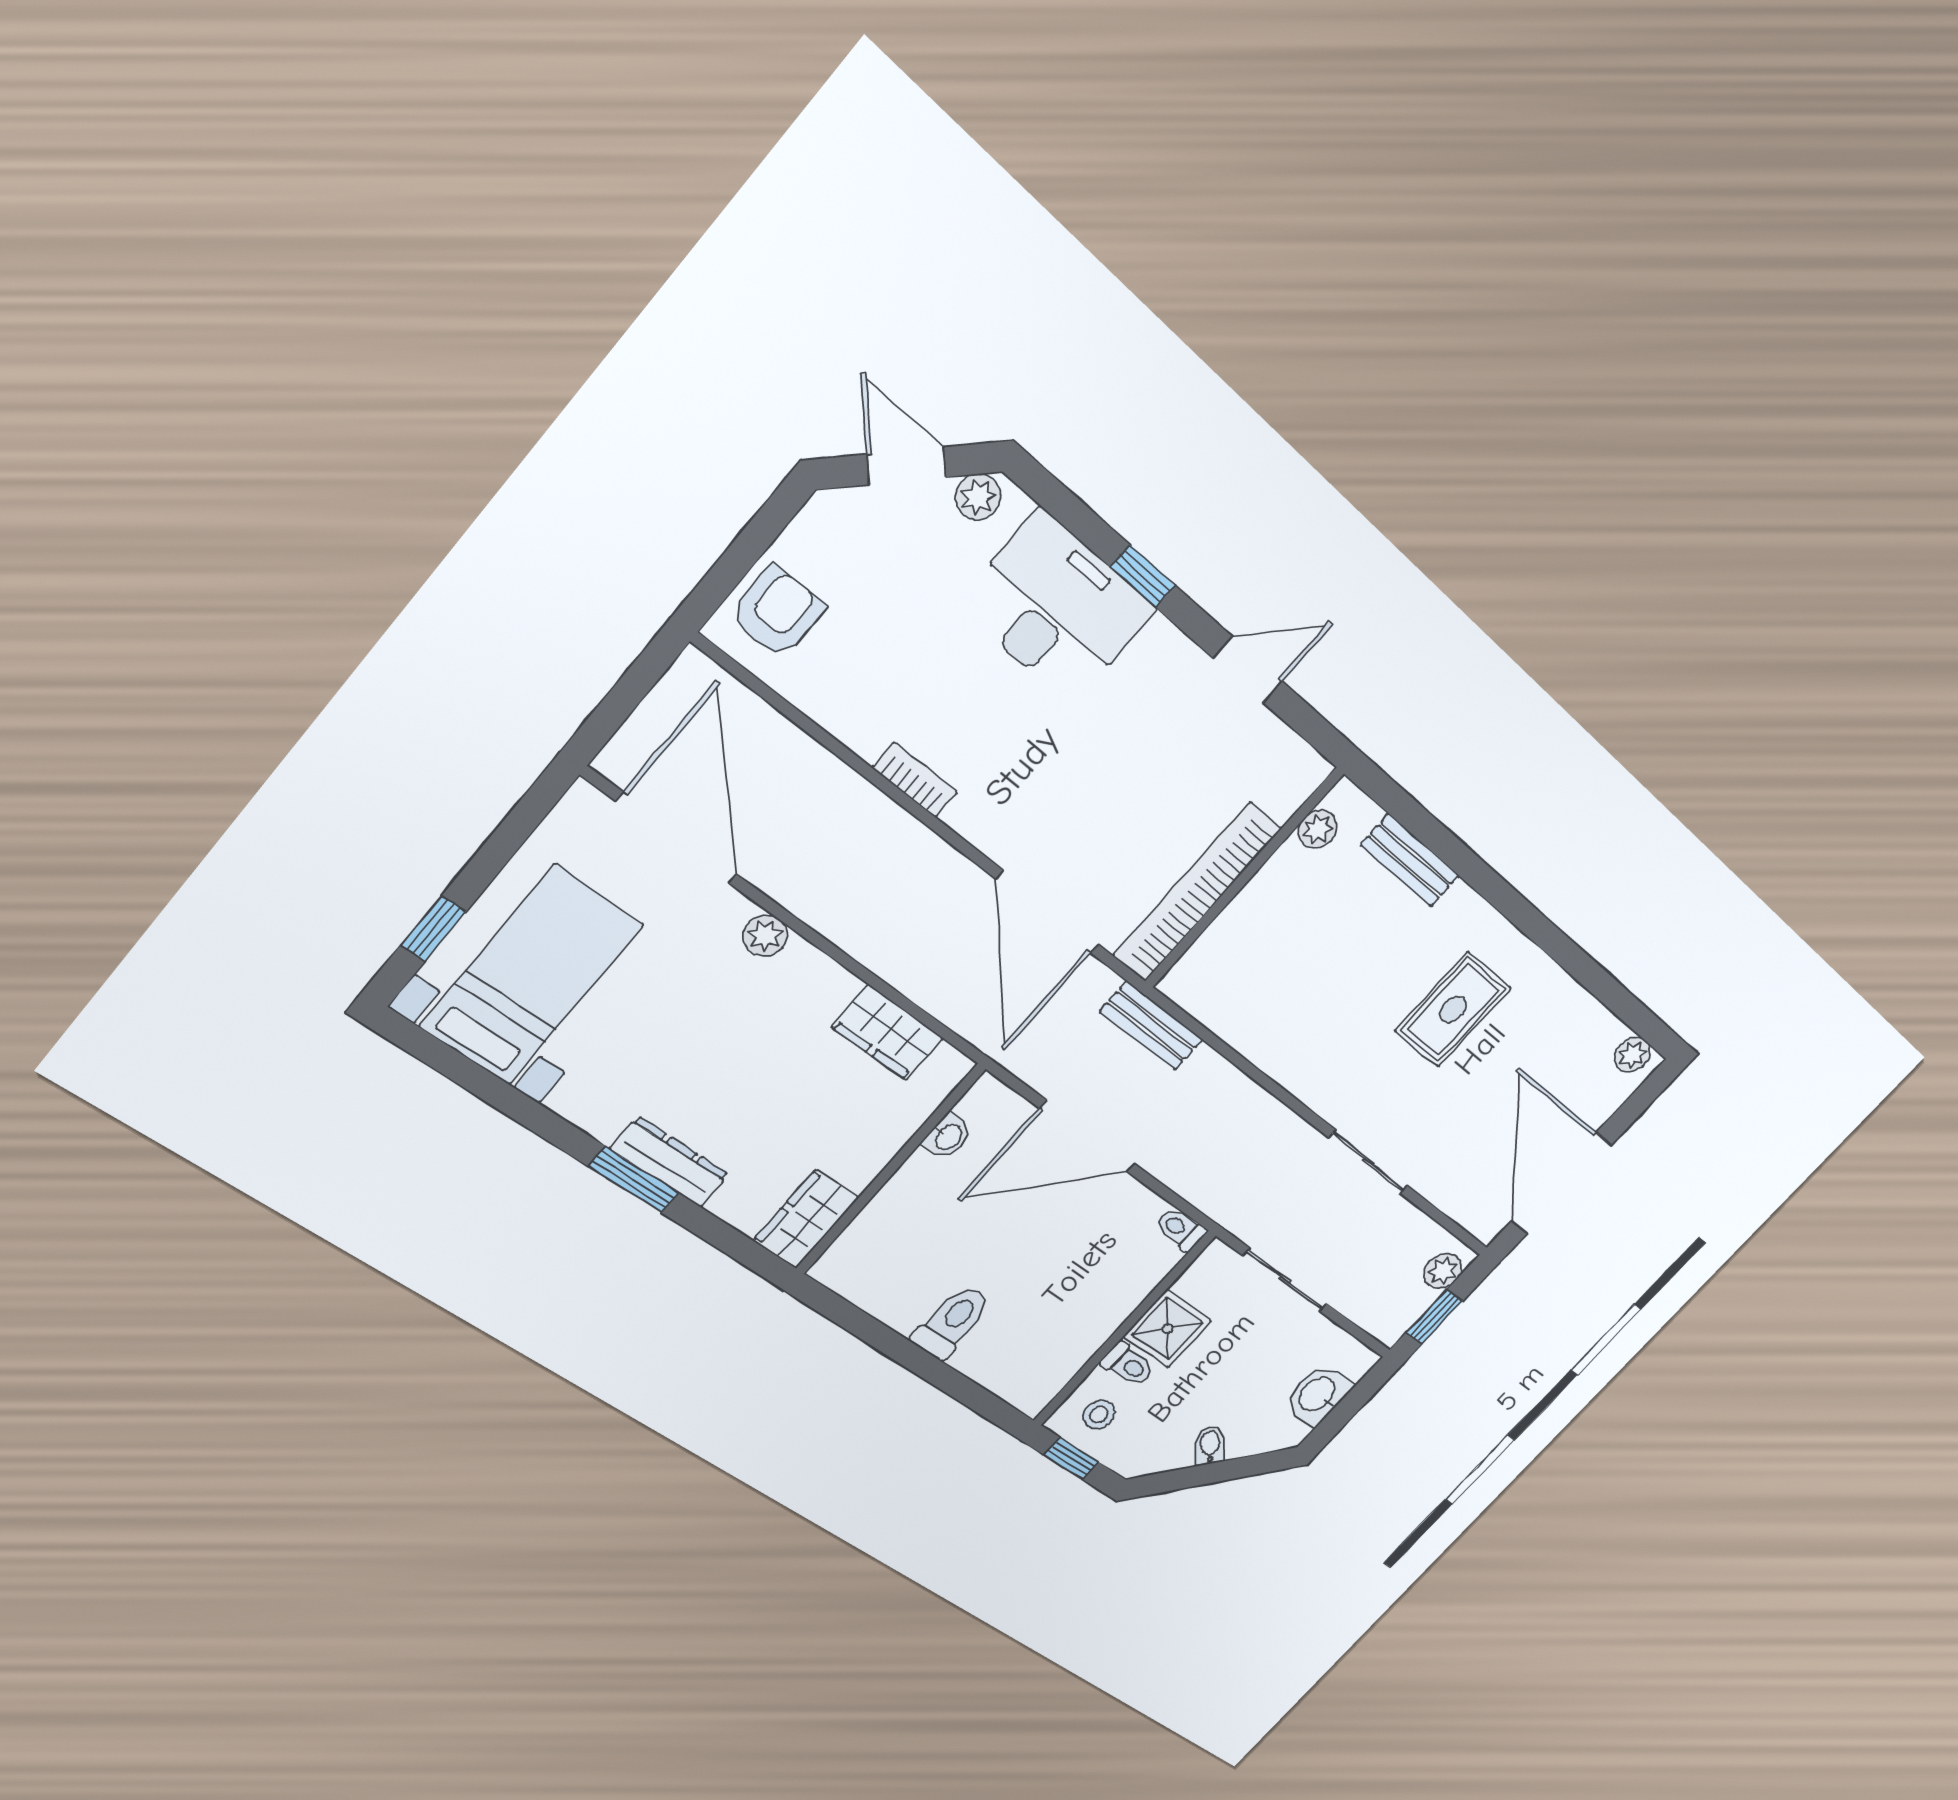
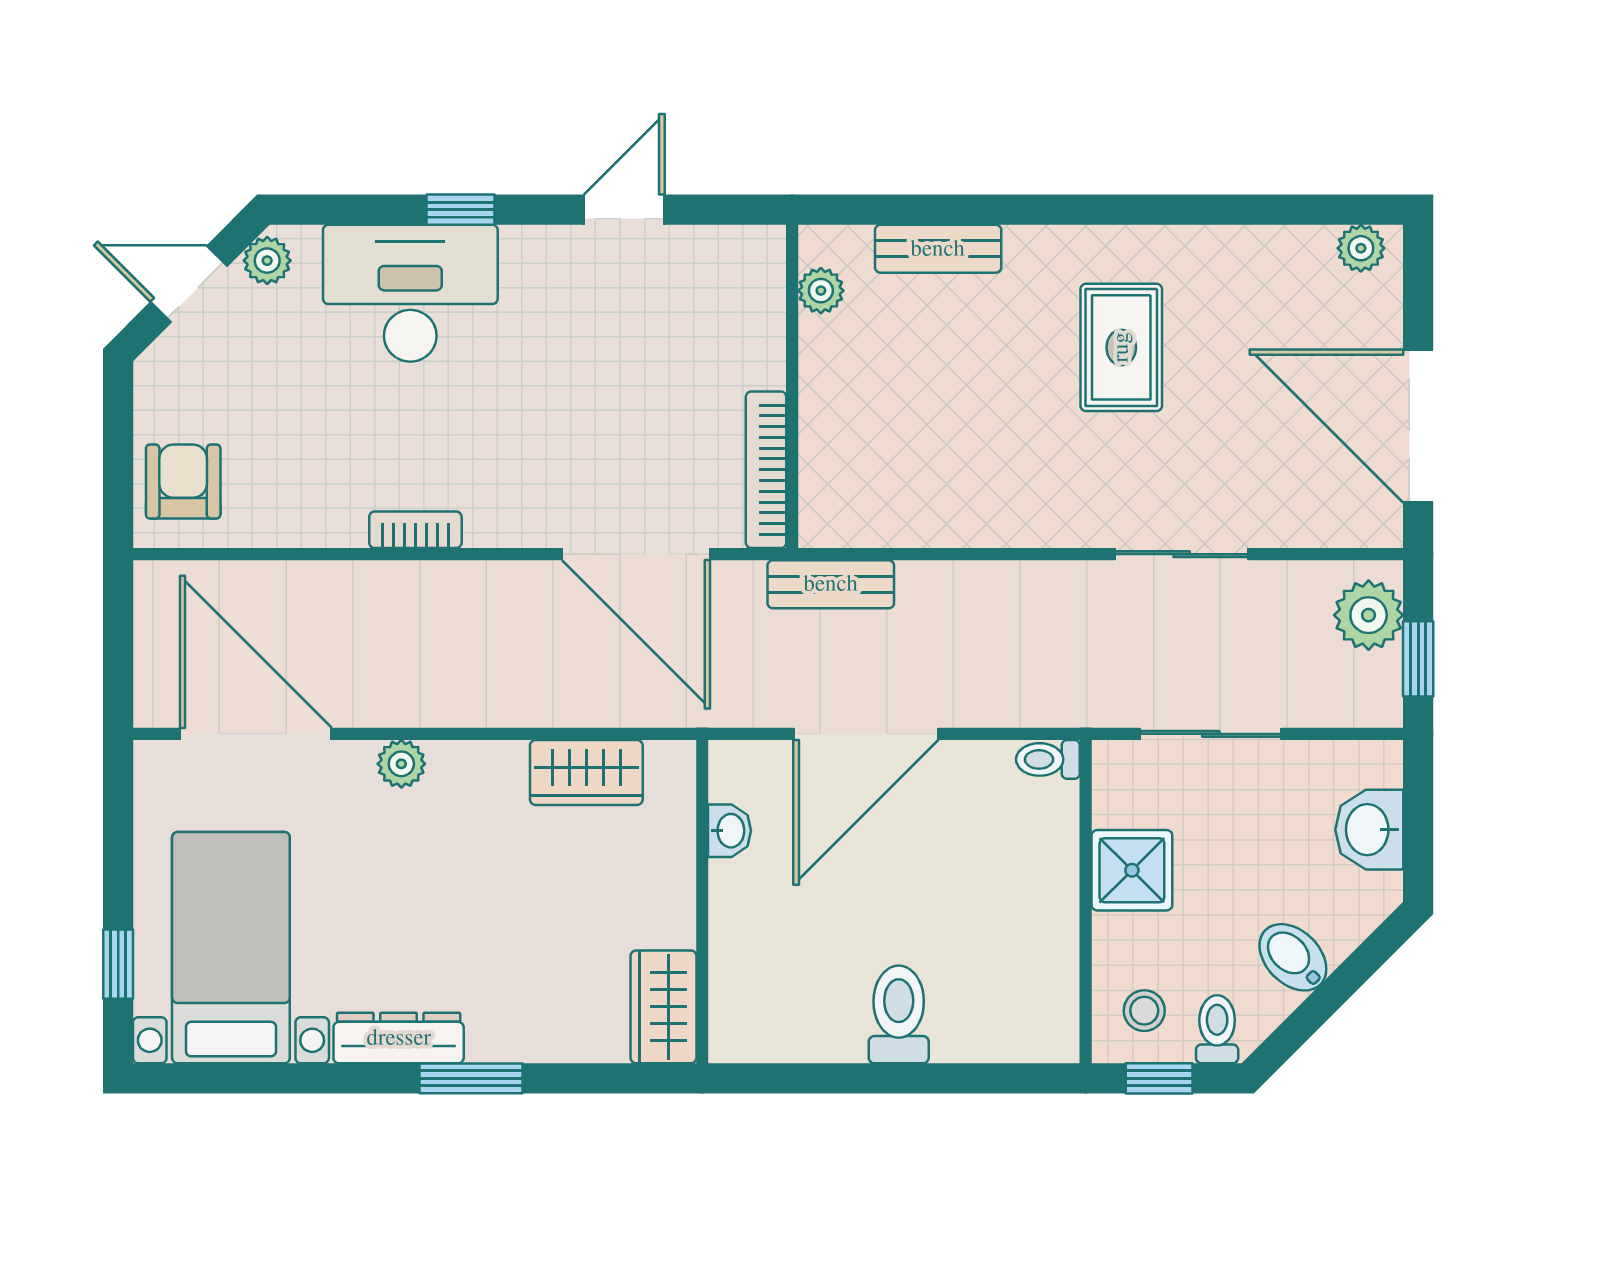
bookcase: (1197, 892) -> (766, 470), width x0.68, depth x0.76
dresser: (670, 1162) -> (399, 1038), moved
plant: (1443, 1271) -> (1369, 615), width x1.38, depth x1.38
toilet: (1128, 1365) -> (1217, 1029), moved, turned -90
bidet: (1210, 1445) -> (1293, 957), width x1.38, depth x1.36

